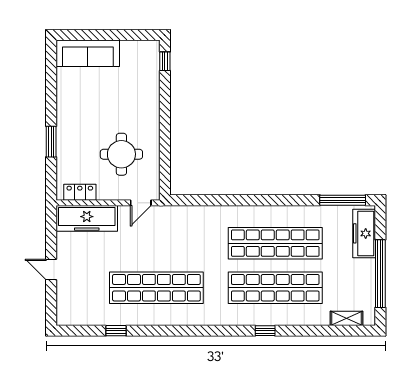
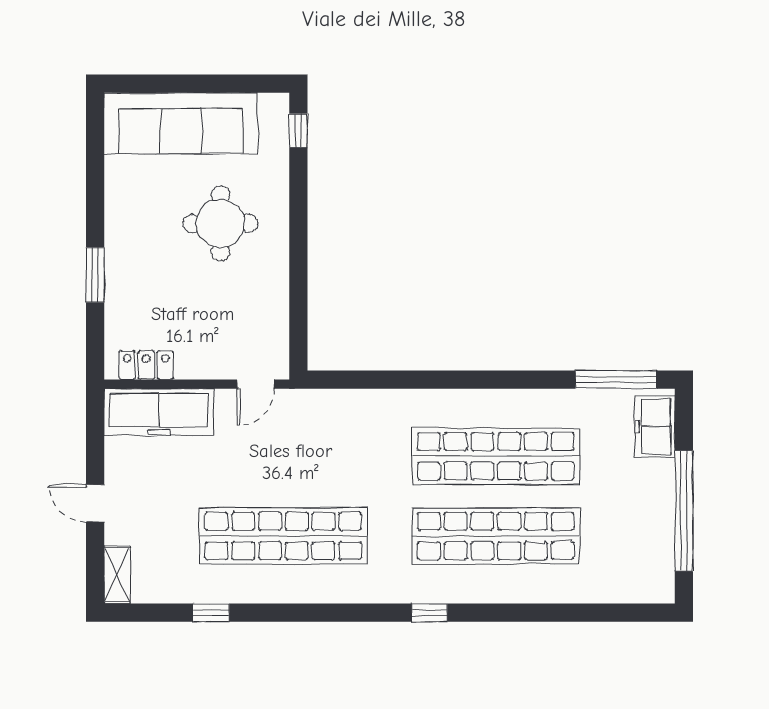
sofa: (88, 53) -> (181, 123), width x1.36, depth x1.27
round table: (121, 154) -> (220, 223), moved
freezer: (364, 233) -> (655, 427), width x0.71
shelving: (346, 318) -> (117, 575), moved, turned 90
window: (265, 331) -> (430, 613), moved

